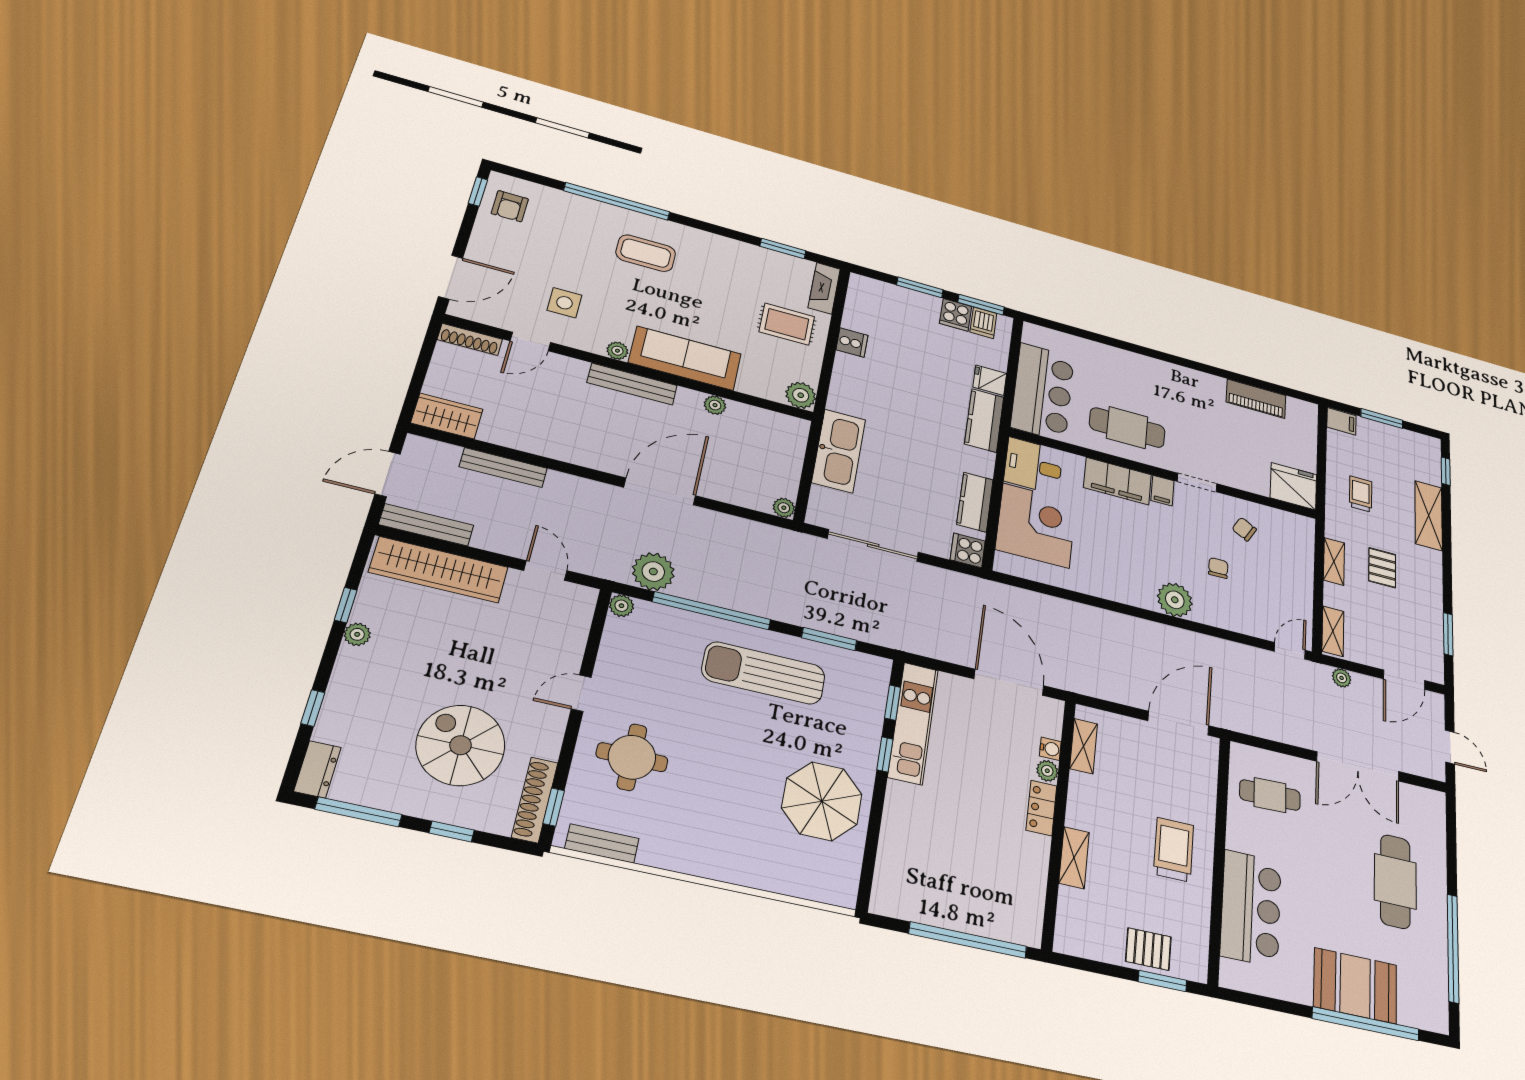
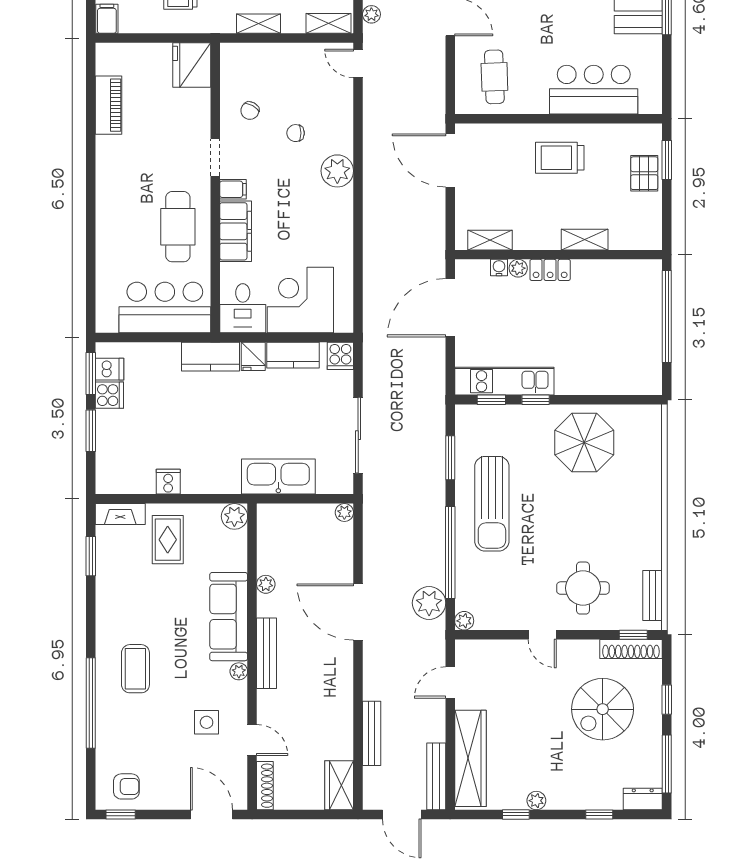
fridge: (990, 380) -> (253, 356), moved

